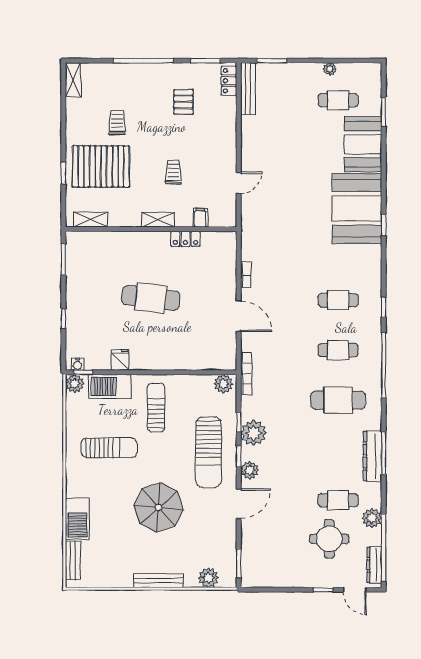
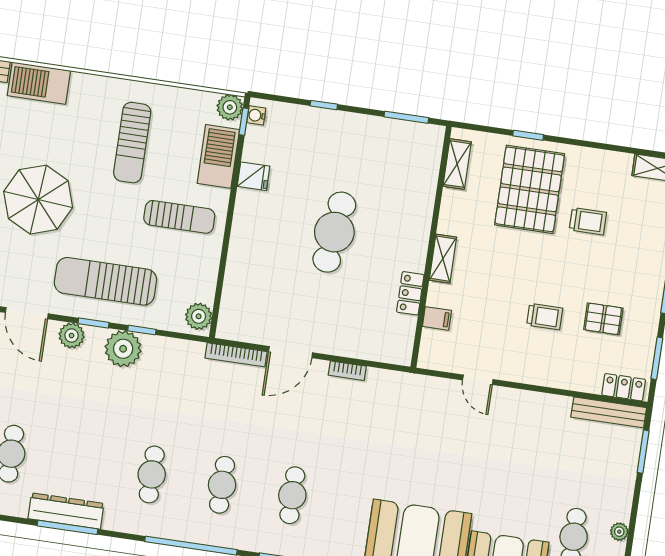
trolley: (173, 172) -> (545, 317), moved
bookcase: (246, 374) -> (236, 355), moved
cafe table: (338, 400) -> (152, 474), width x0.73, depth x0.74

